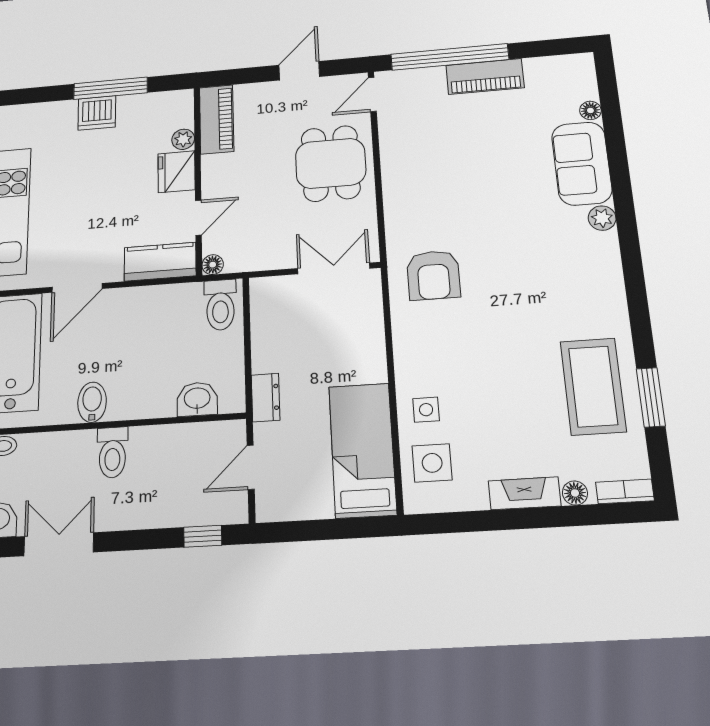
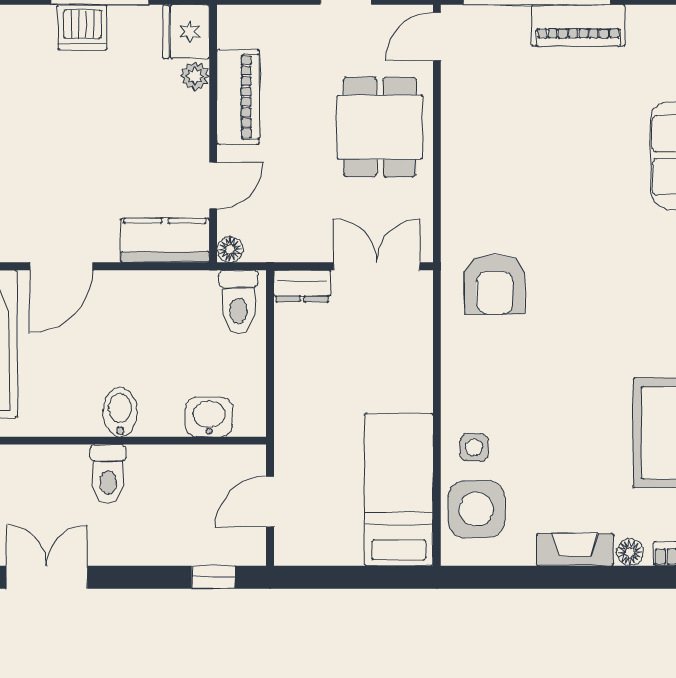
piano: (217, 119) -> (238, 97), moved
fridge: (177, 172) -> (186, 32), moved
dresser: (266, 397) -> (302, 286), moved, turned 90
bidet: (92, 402) -> (120, 412), moved
side table: (432, 463) -> (476, 509), width x1.37, depth x1.37

